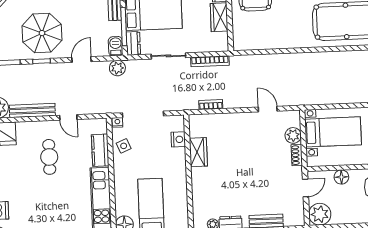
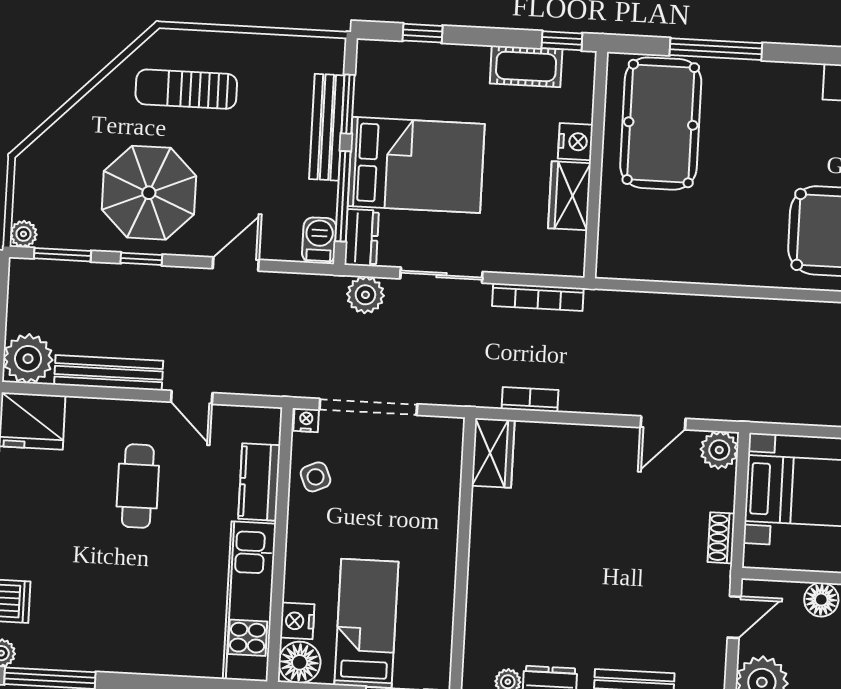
plant: (117, 68) -> (365, 295), moved
door: (268, 109) -> (663, 423), swing flipped
plant: (293, 135) -> (719, 450), moved
nightstand: (178, 139) -> (297, 621), moved, turned 180
wardrobe: (198, 152) -> (493, 453), moved

